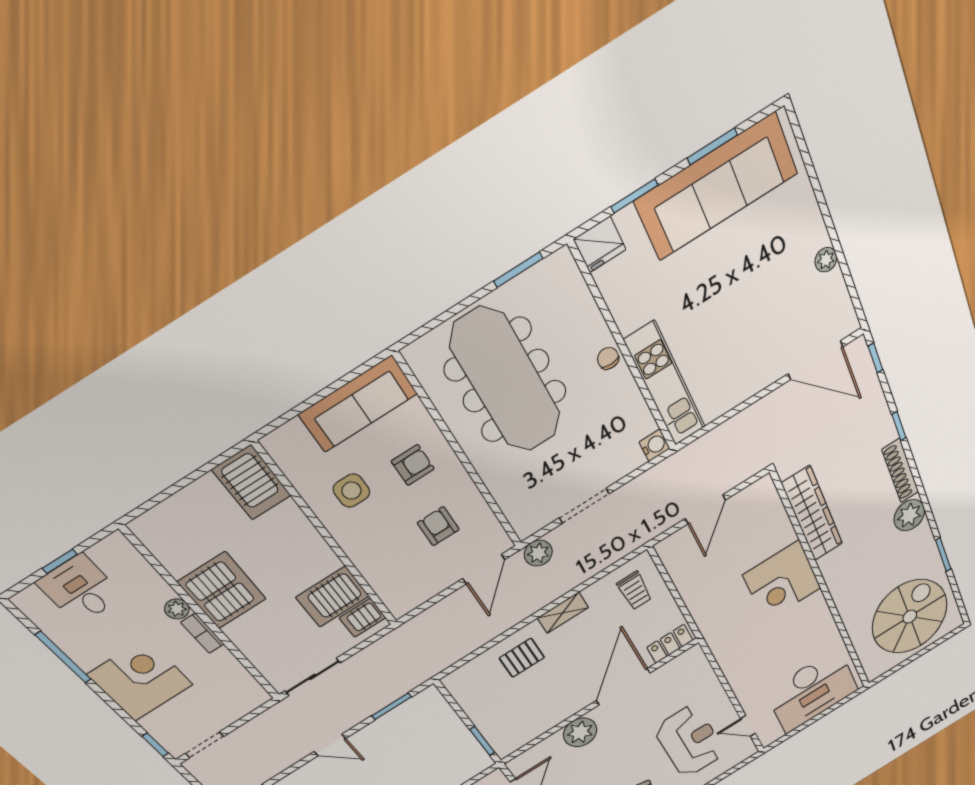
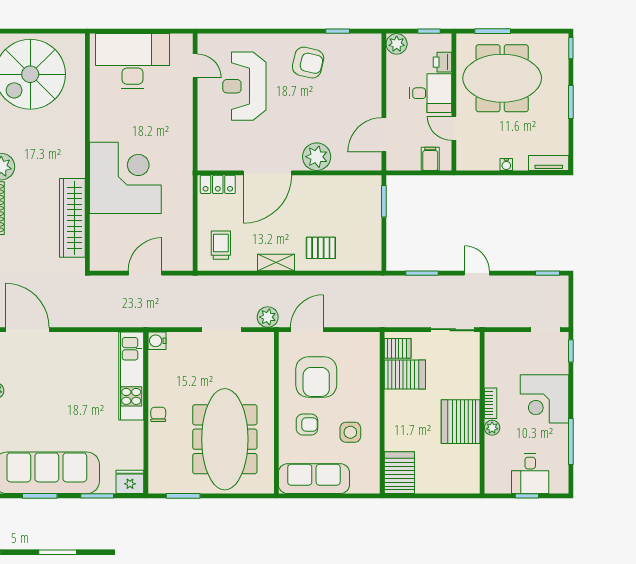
chair: (608, 358) -> (158, 414), turned 180
armchair: (413, 465) -> (307, 425), turned 180
armchair: (438, 526) -> (316, 377), width x1.88, depth x1.88
corner desk: (782, 581) -> (125, 178), width x1.36, depth x1.36

